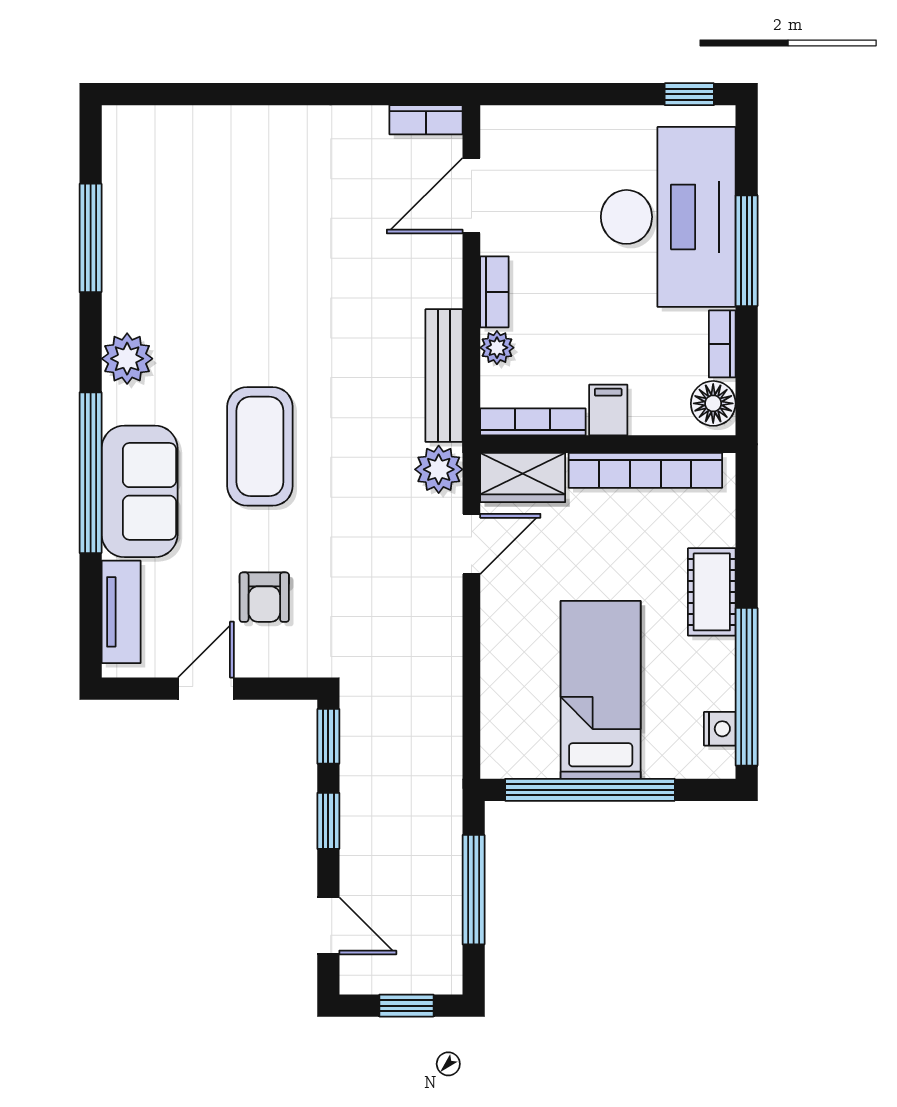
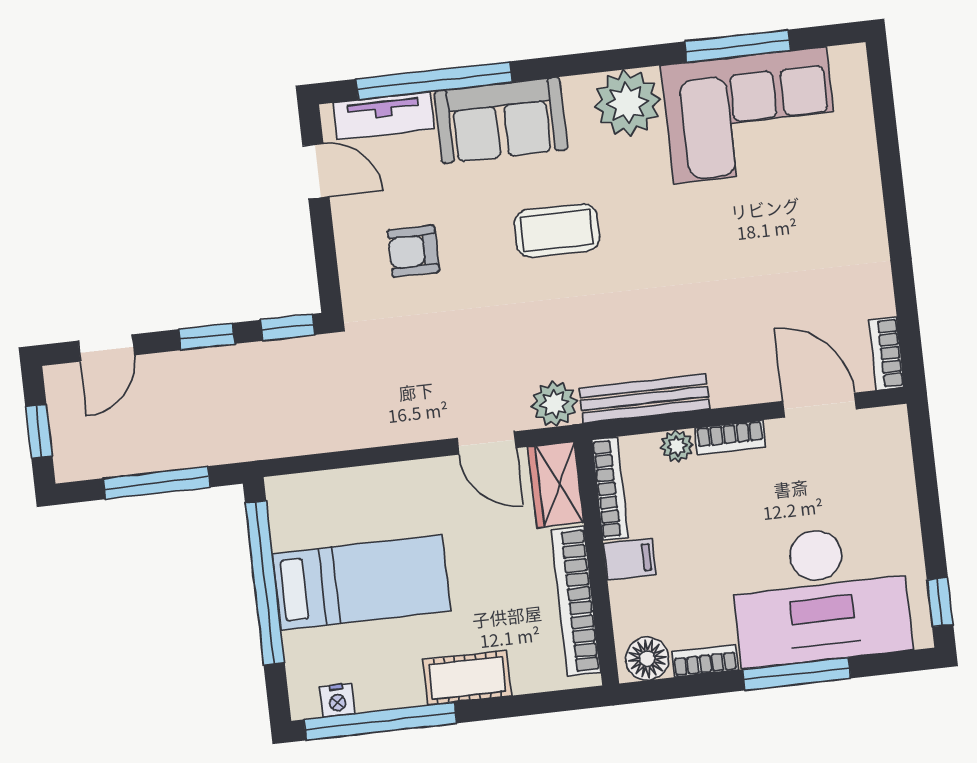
corner sofa: (164, 233) -> (750, 115), added
plant: (127, 359) -> (627, 103), width x1.36, depth x1.36
coffee table: (260, 446) -> (557, 230), width x0.73, depth x0.76
window: (91, 473) -> (434, 81), moved
door: (206, 689) -> (316, 171), moved

